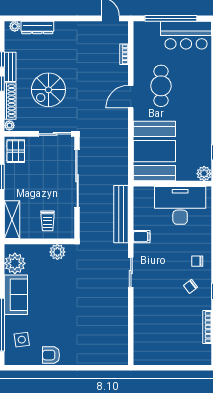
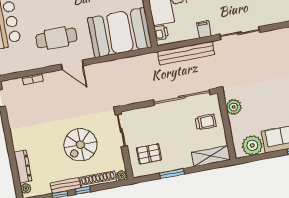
spiral stairs: (48, 90) -> (80, 145), turned 90
pallet: (16, 151) -> (149, 154), moved
sliding door: (77, 178) -> (182, 97), moved
printer: (146, 193) -> (161, 33), added
sliding door: (131, 272) -> (240, 33), width x1.37

